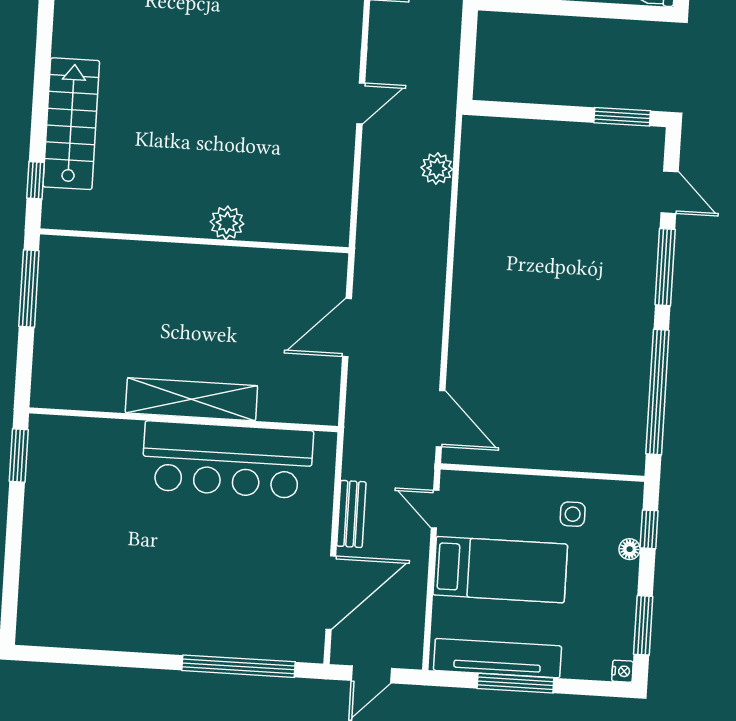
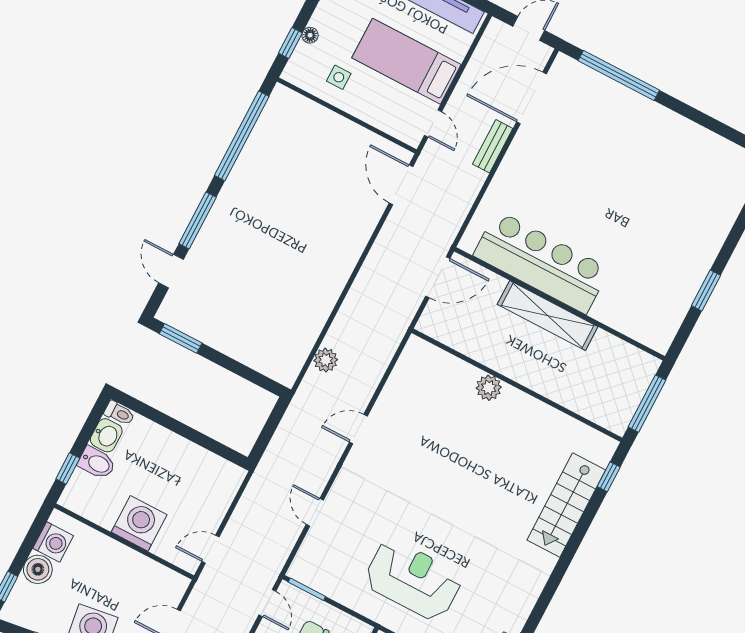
shelving: (191, 399) -> (548, 316), moved
wall: (183, 420) -> (559, 304), moved
bar counter: (227, 460) -> (541, 262), moved

